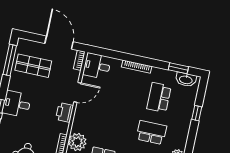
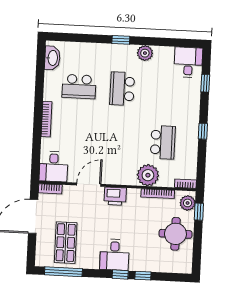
window: (178, 68) -> (40, 69), removed
door: (77, 92) -> (89, 185), hinge flipped
window: (197, 113) -> (121, 40), moved

